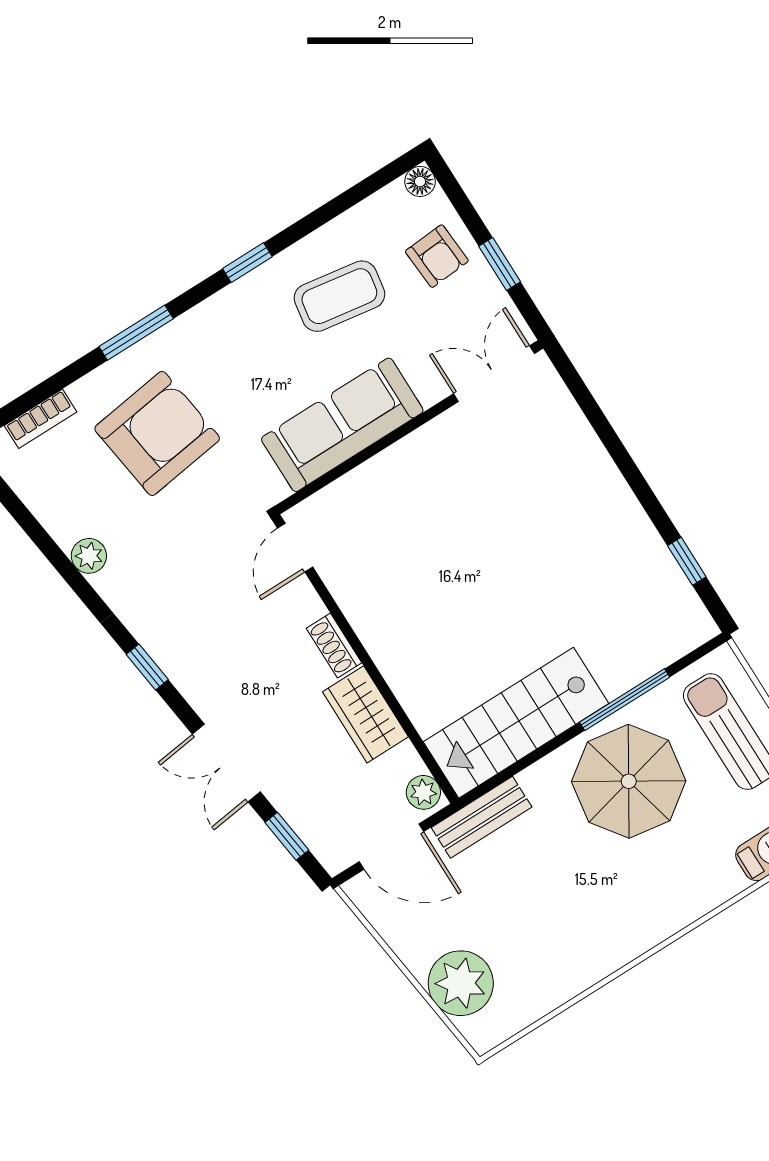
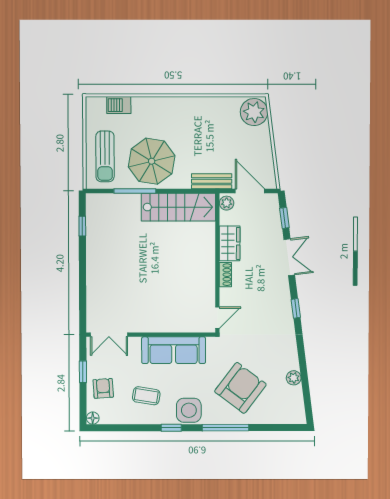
coffee table: (339, 296) -> (146, 396), width x0.73, depth x0.77
side table: (234, 321) -> (189, 410), added
window: (136, 333) -> (226, 428), width x1.44
bookcase: (41, 419) -> (278, 419), removed
armchair: (157, 433) -> (240, 388), turned 135
plant: (89, 556) -> (294, 378), moved
plant: (461, 983) -> (254, 112), moved

